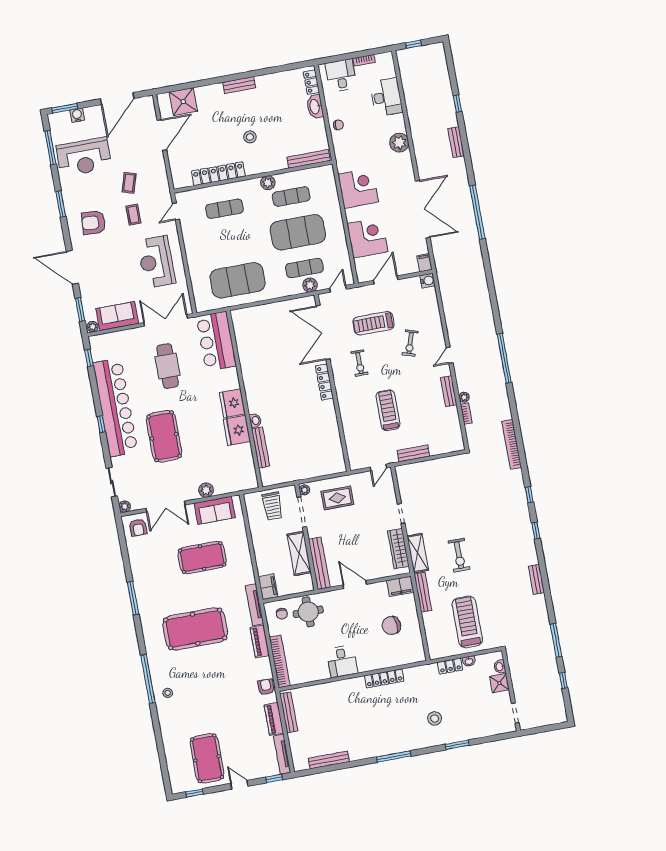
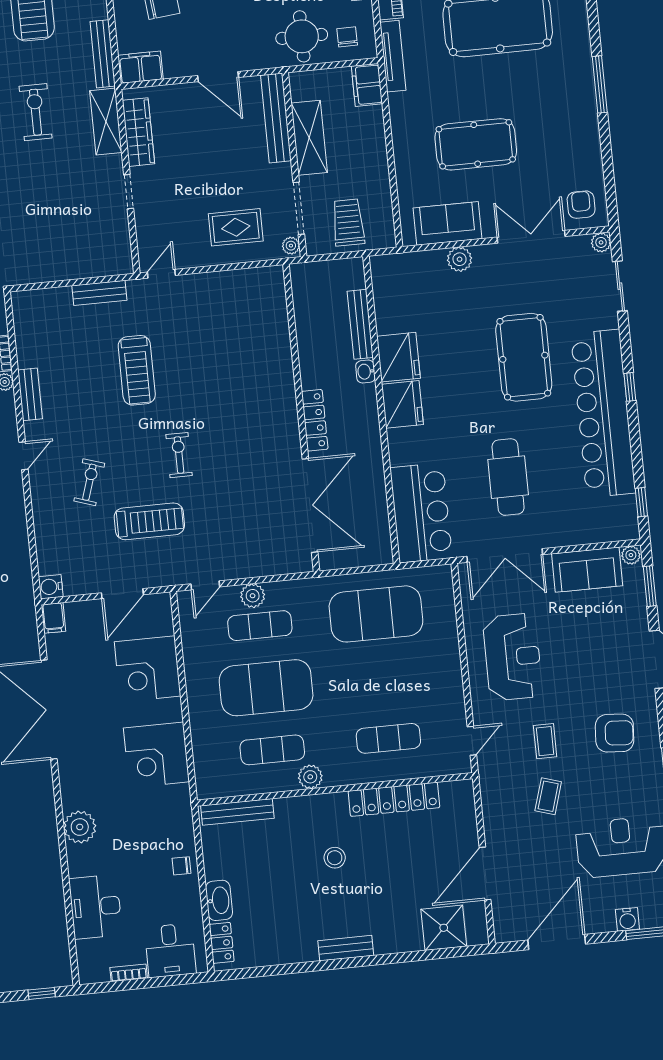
double door: (323, 332) -> (310, 505), moved
locker: (324, 382) -> (315, 420), moved
wall: (332, 383) -> (301, 418), moved

